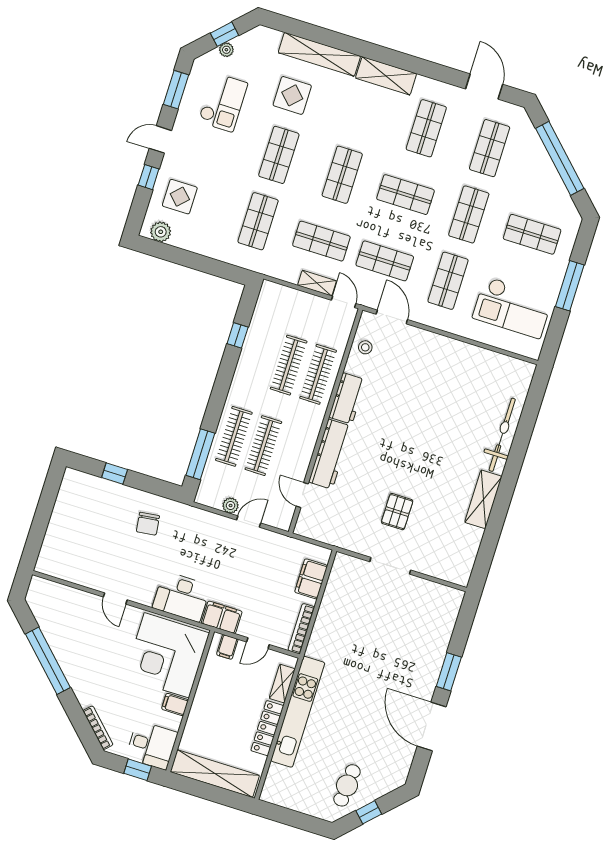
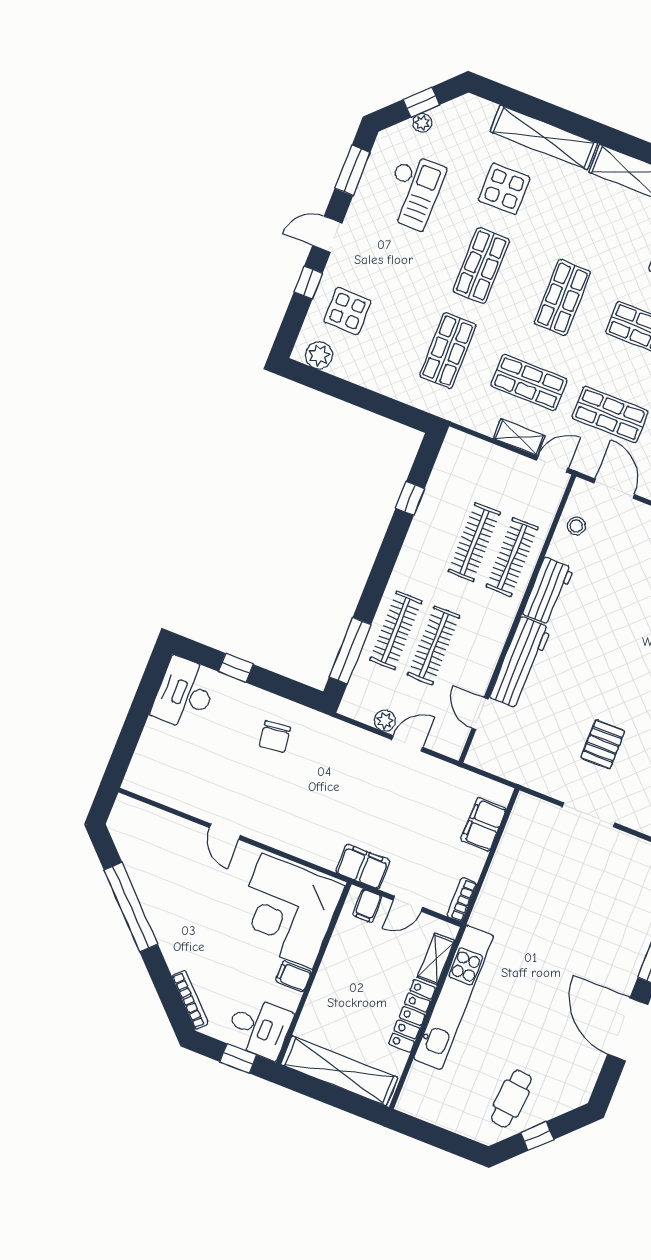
door: (344, 302) -> (552, 464), hinge flipped
desk: (182, 597) -> (185, 694), moved, turned 90
bookcase: (301, 629) -> (462, 900), width x0.64

